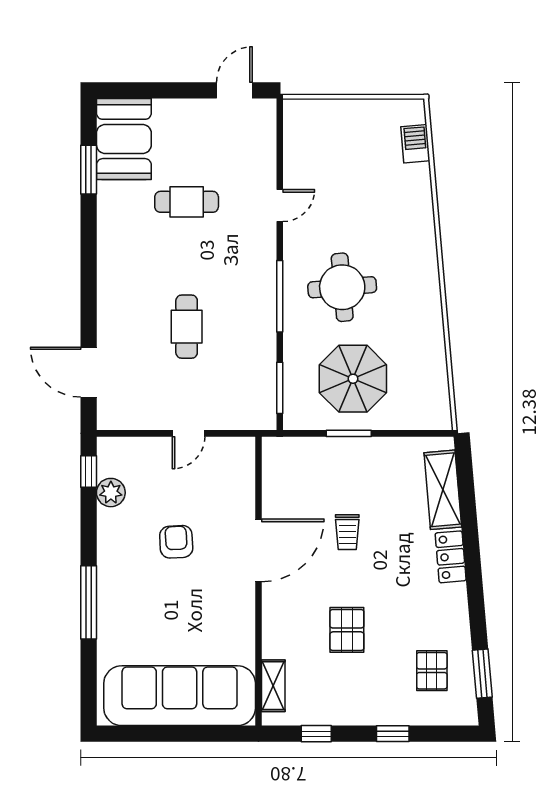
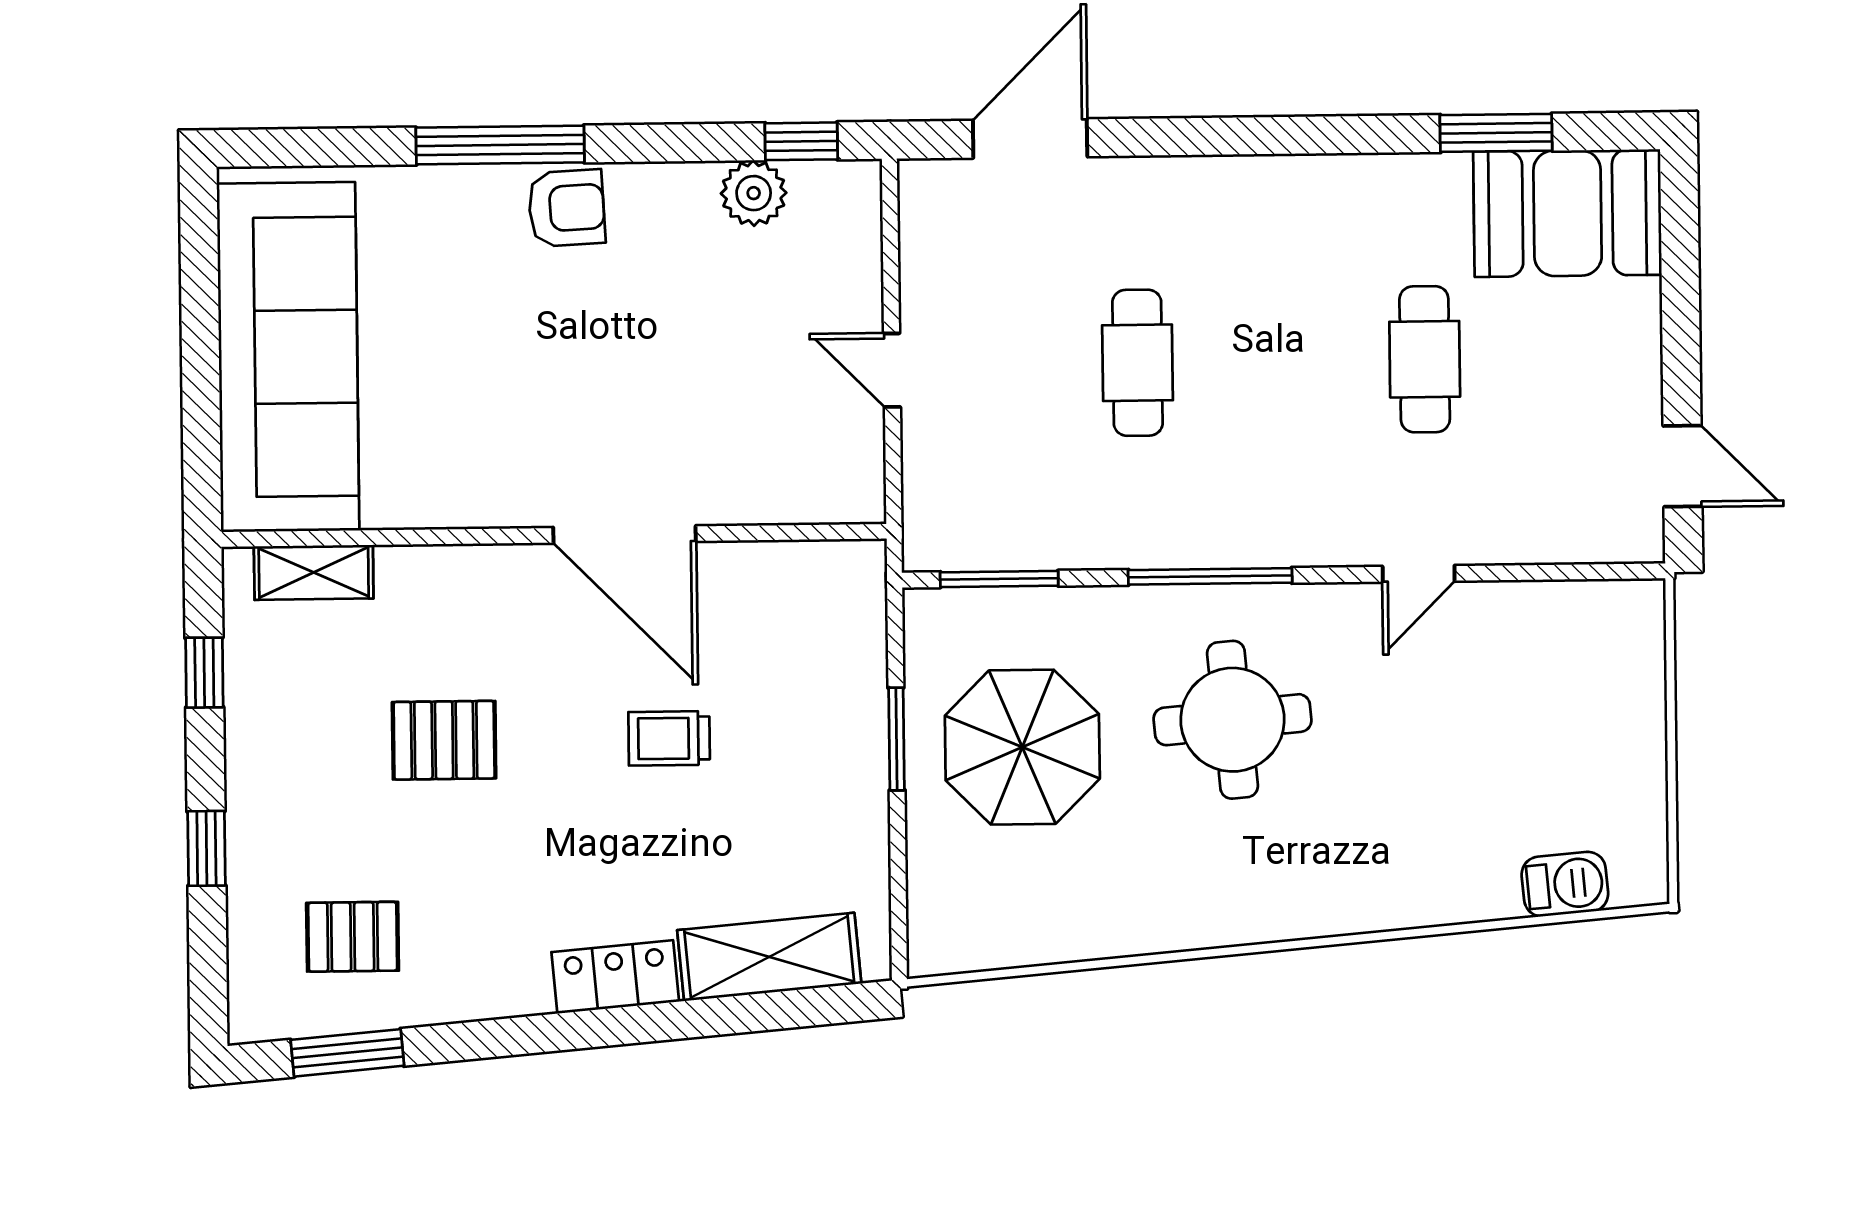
door: (280, 206) -> (1419, 574), hinge flipped
cafe table: (187, 327) -> (1137, 363), turned 90
armchair: (176, 542) -> (566, 208), moved

